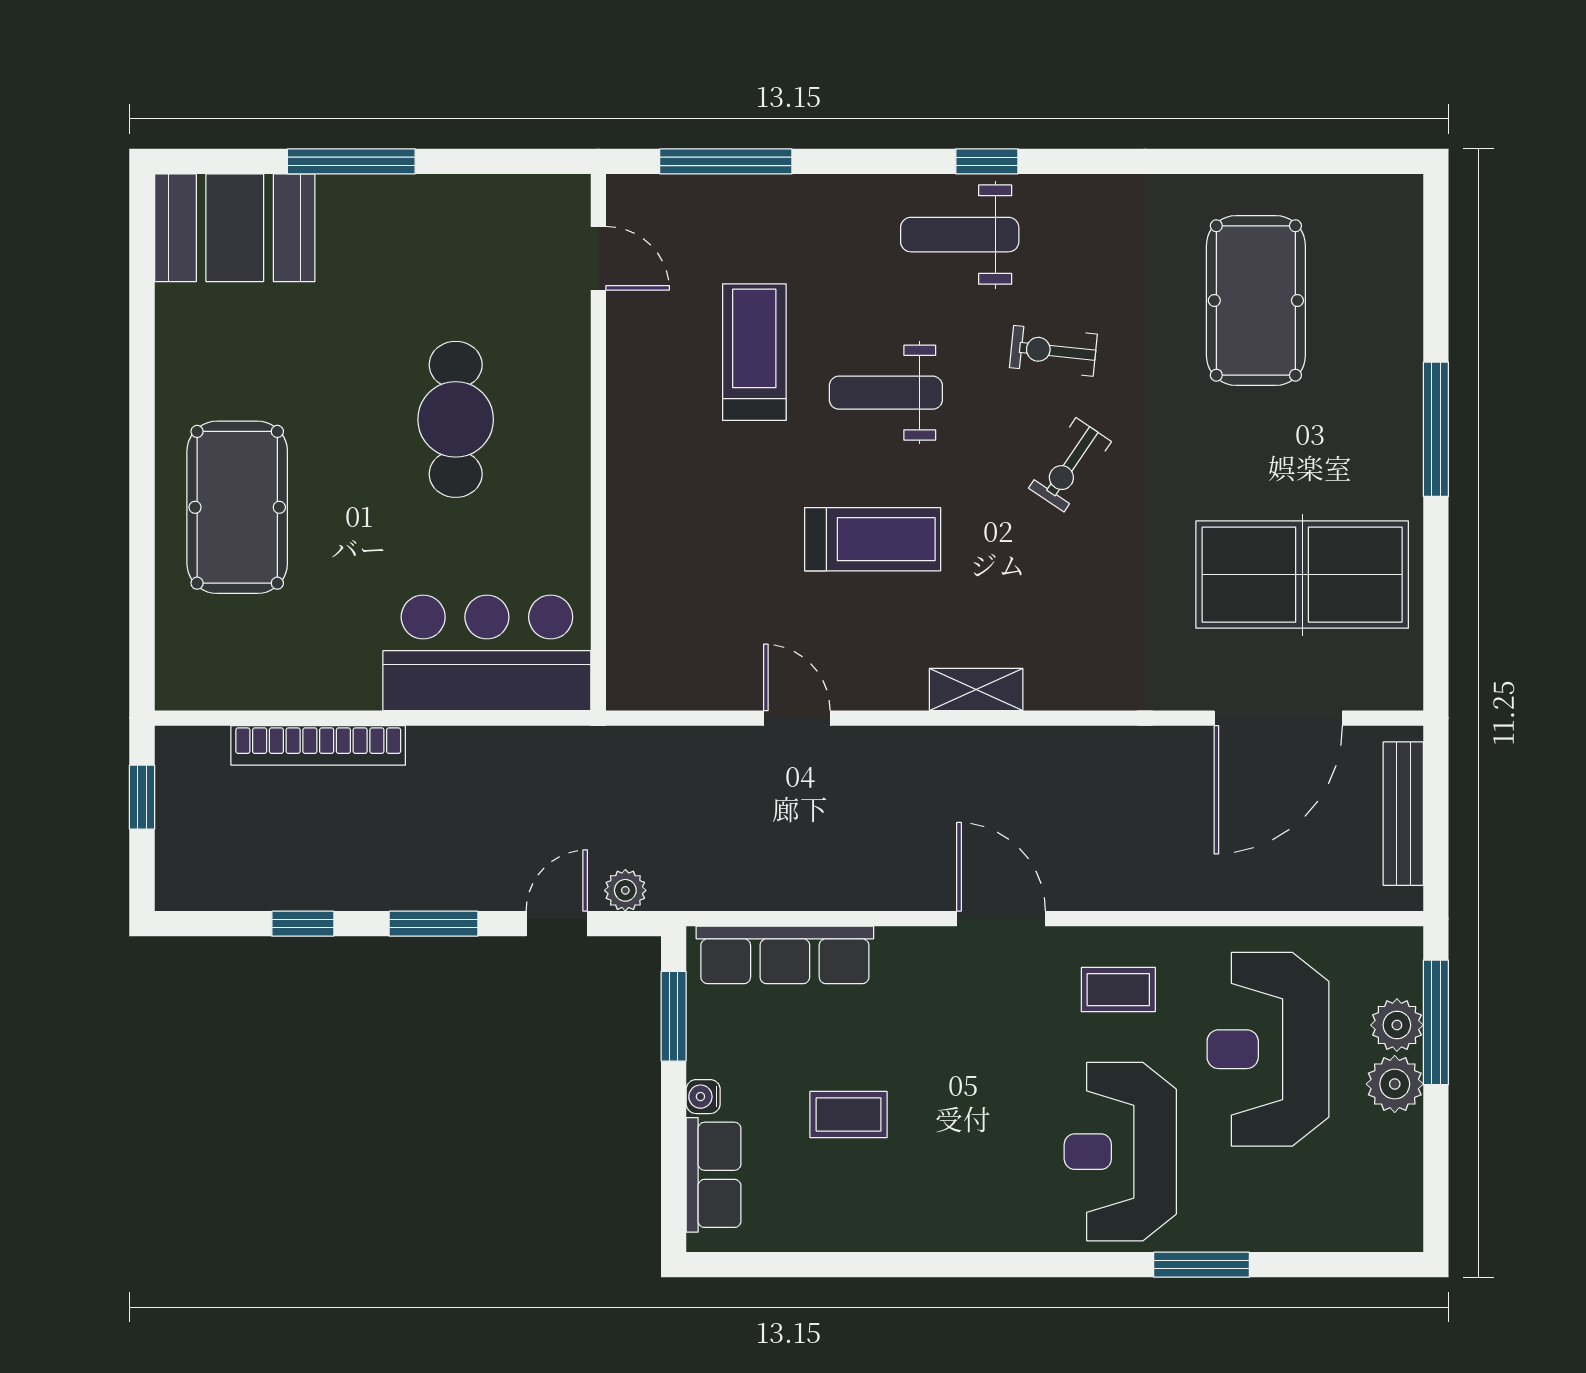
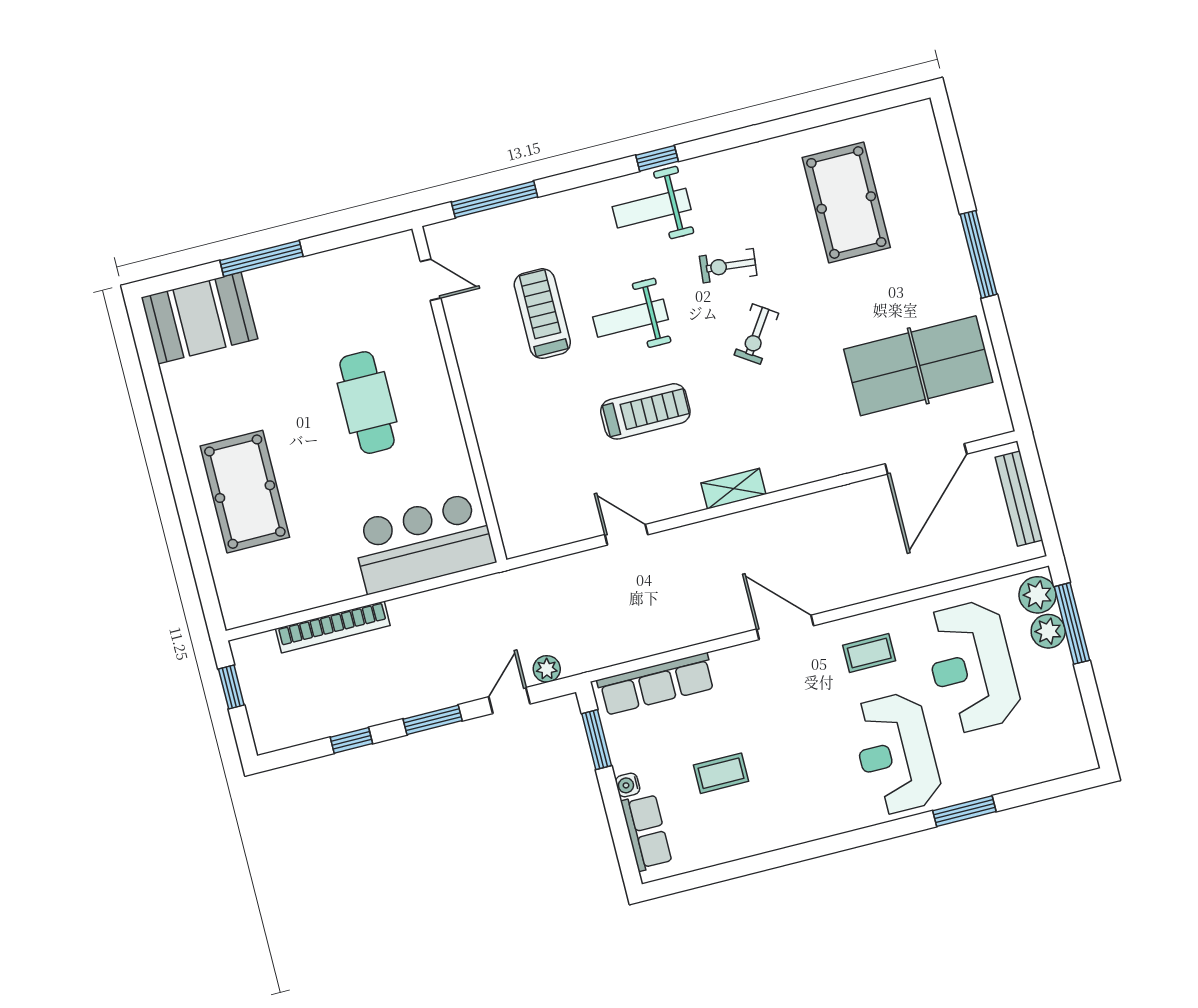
plant: (1395, 1084) -> (1038, 595), moved

